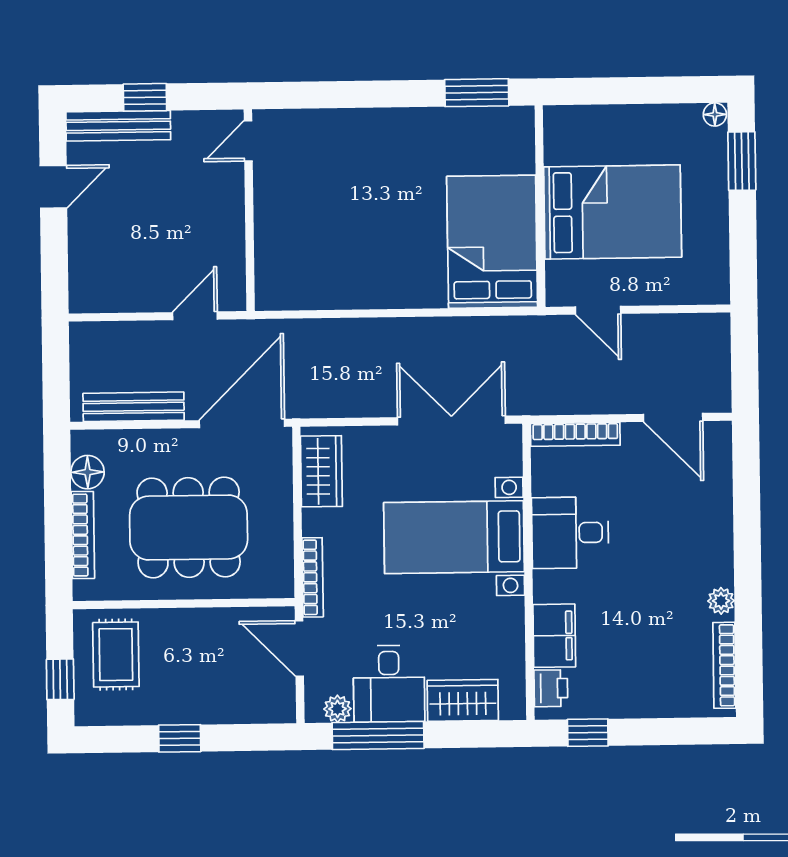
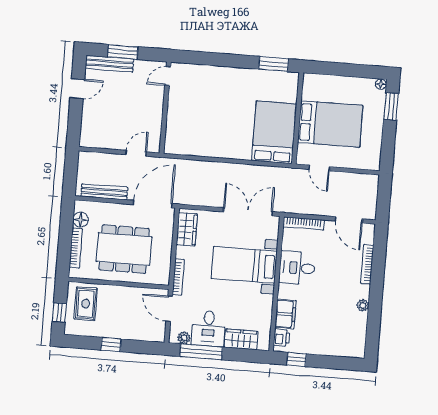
window: (145, 97) -> (123, 52), width x1.50
bookcase: (724, 665) -> (367, 264), moved

